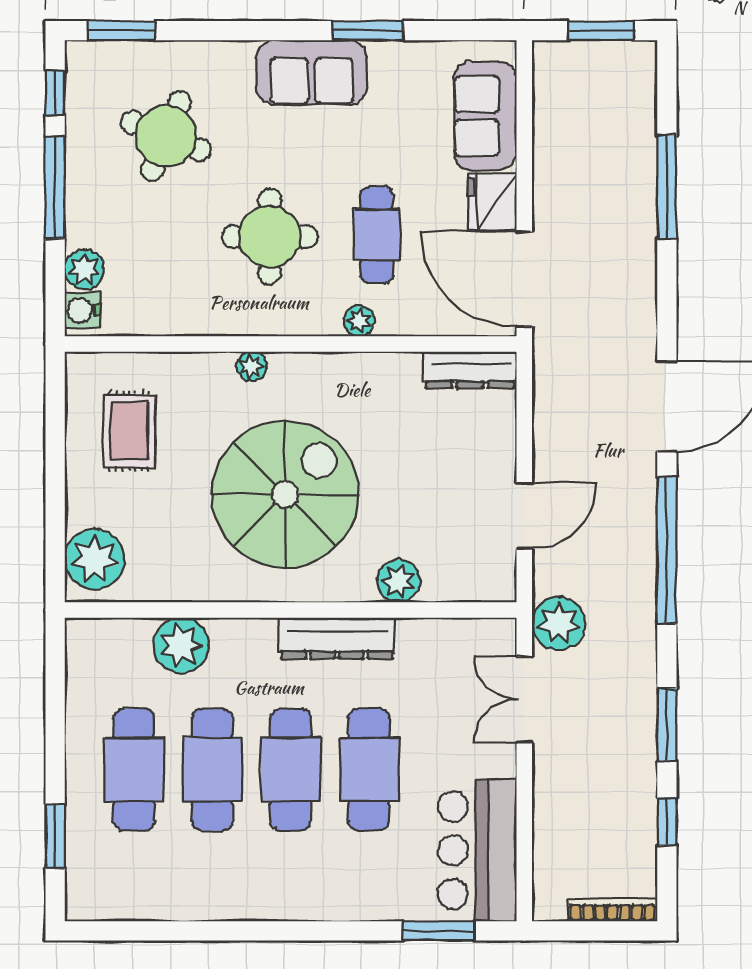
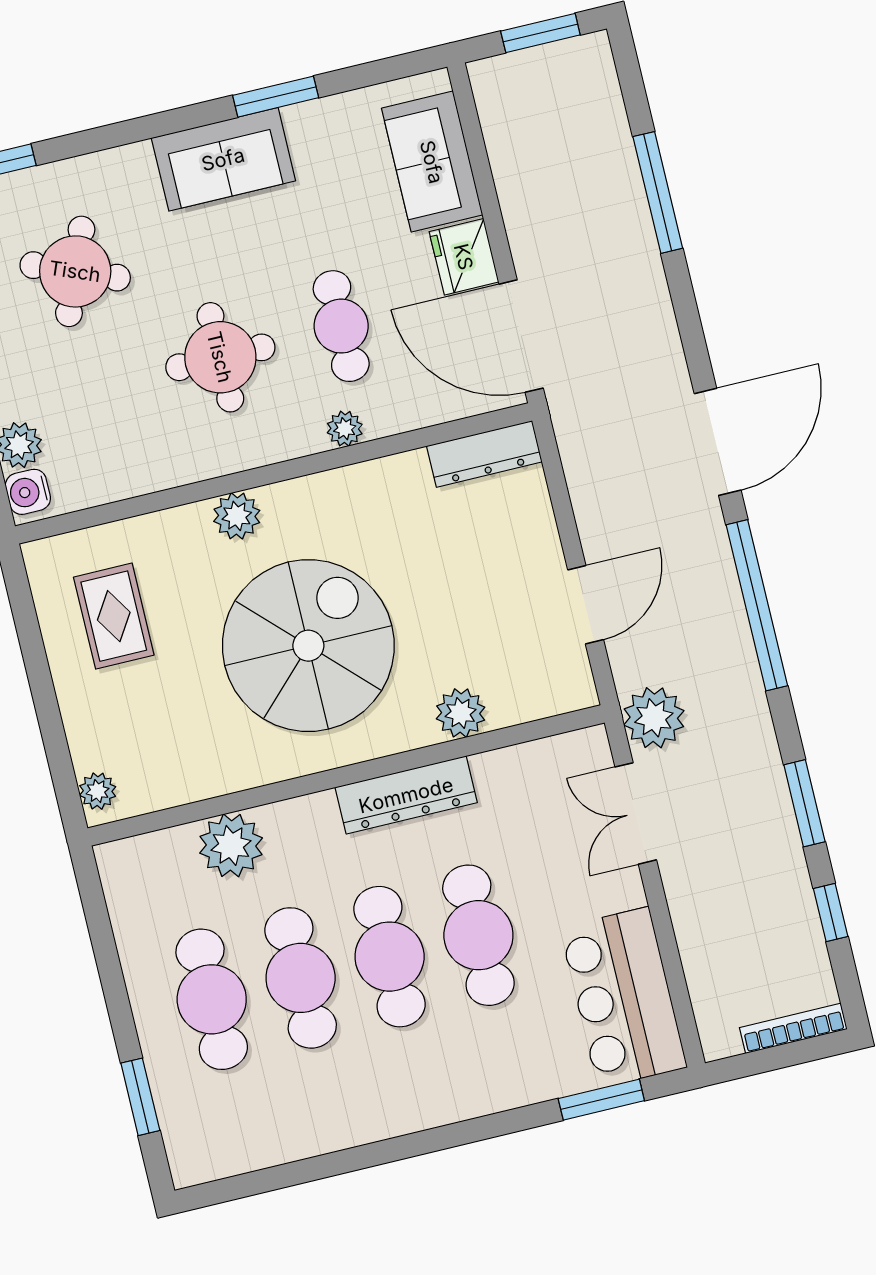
plant: (252, 366) -> (237, 516), width x1.38, depth x1.38
plant: (95, 559) -> (98, 791), width x0.53, depth x0.53

